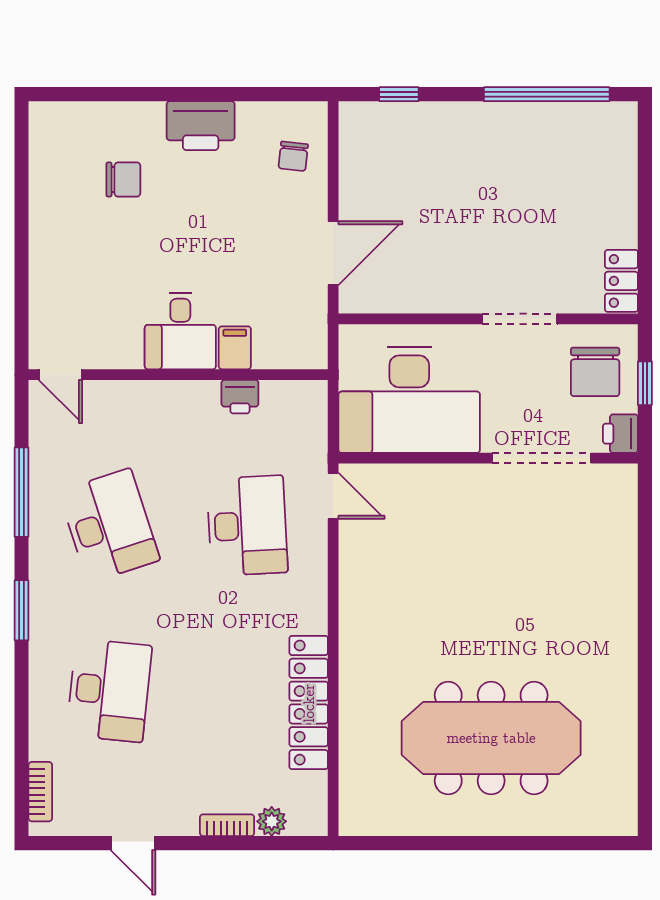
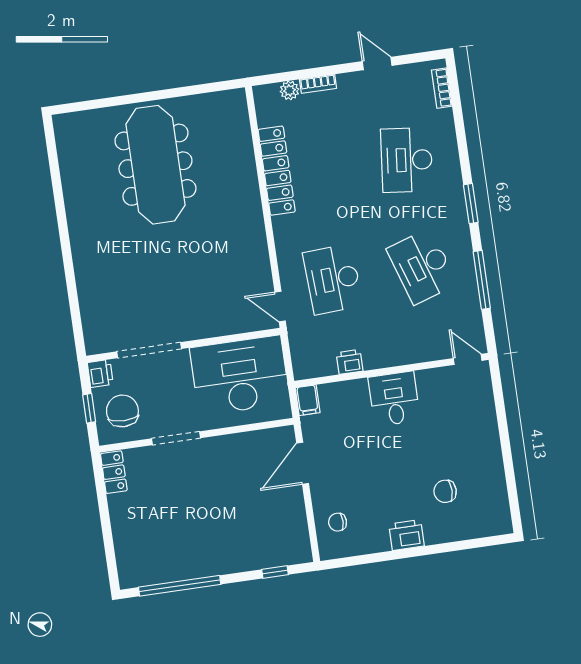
printer: (201, 126) -> (407, 535), width x0.73, depth x0.84
chair: (293, 156) -> (338, 522), turned -96
filing cabinet: (235, 348) -> (308, 400), moved
meeting table: (491, 738) -> (155, 165), turned 90

